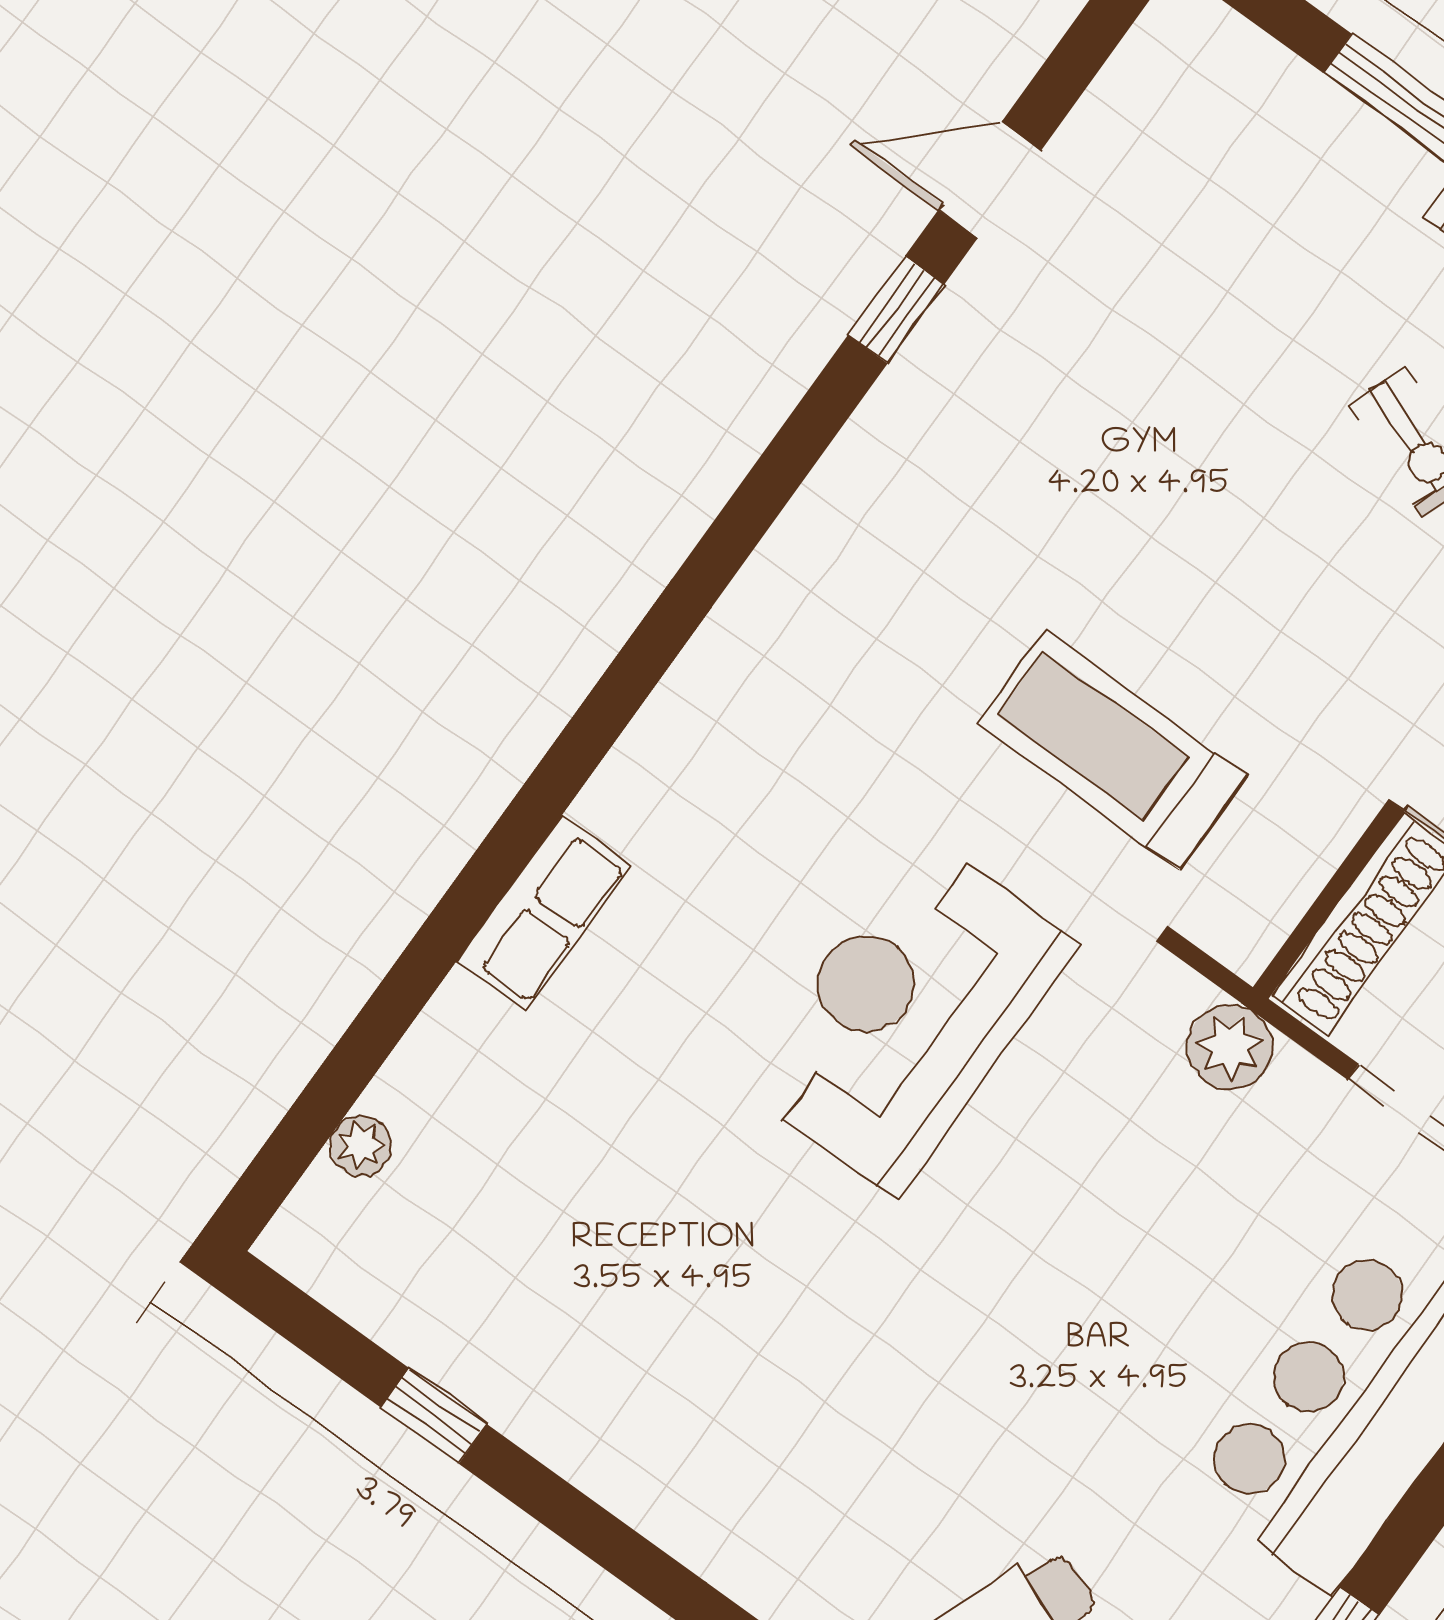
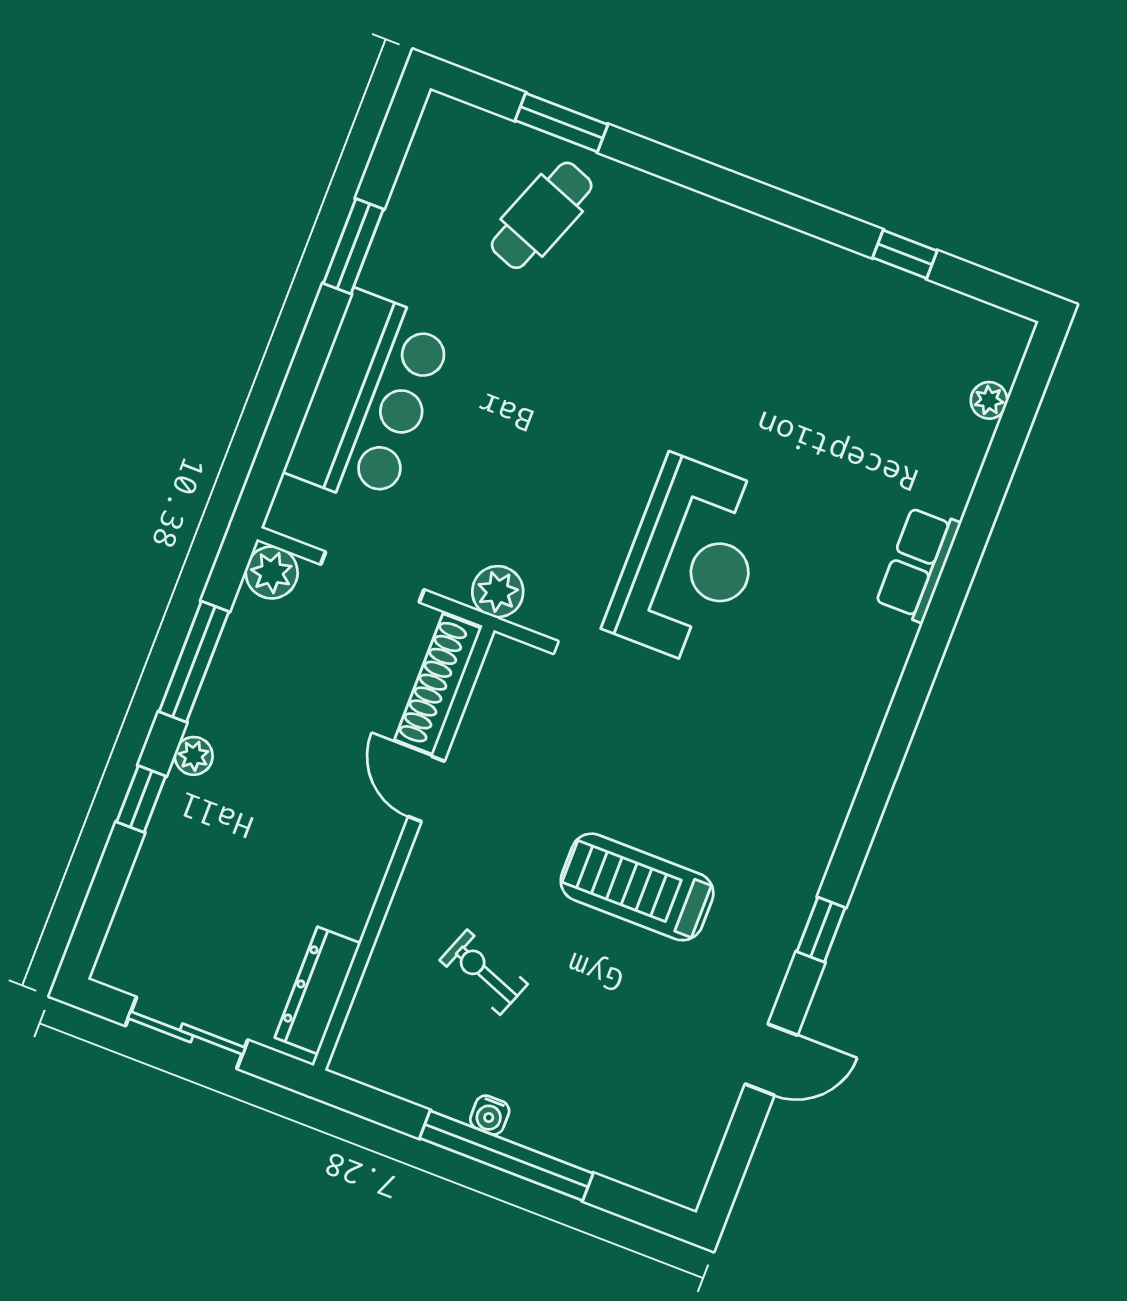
window: (896, 310) -> (821, 930), moved
treadmill: (1113, 750) -> (637, 887), moved, turned 180

